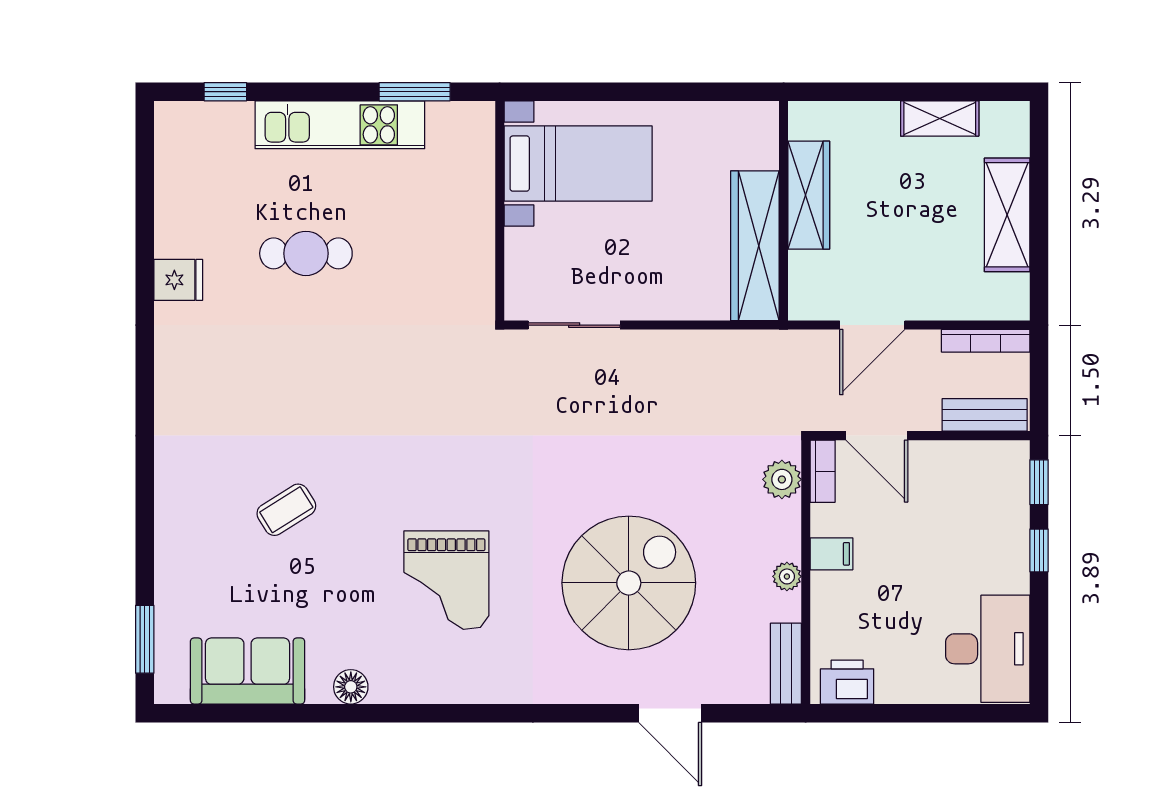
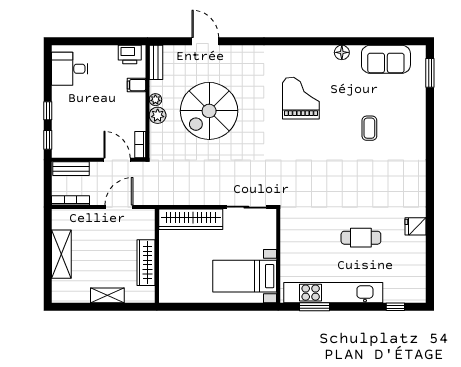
shelving: (940, 119) -> (107, 295), moved
kitchen unit: (340, 125) -> (333, 293), width x1.36
wardrobe: (755, 246) -> (191, 219), moved, turned 90
plant: (782, 479) -> (158, 115), moved
coffee table: (286, 510) -> (369, 128), turned -58
filing cabinet: (831, 554) -> (136, 85), moved
spiral stairs: (629, 583) -> (209, 111), moved
desk: (988, 649) -> (70, 69), width x0.73

